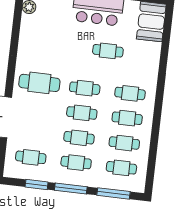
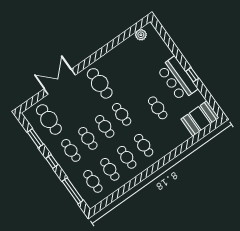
cafe table: (31, 157) -> (49, 120), width x1.37, depth x1.35
window: (71, 188) -> (52, 162), width x0.46

